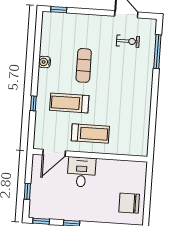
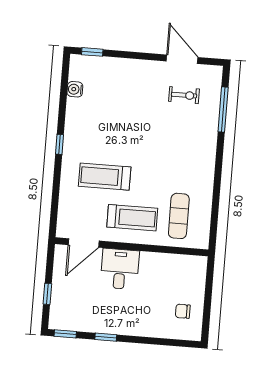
water cooler: (44, 62) -> (75, 89), moved
exercise mat: (84, 65) -> (179, 216), moved
window: (33, 103) -> (59, 144), moved
chair: (129, 203) -> (183, 311), width x0.54, depth x0.54

